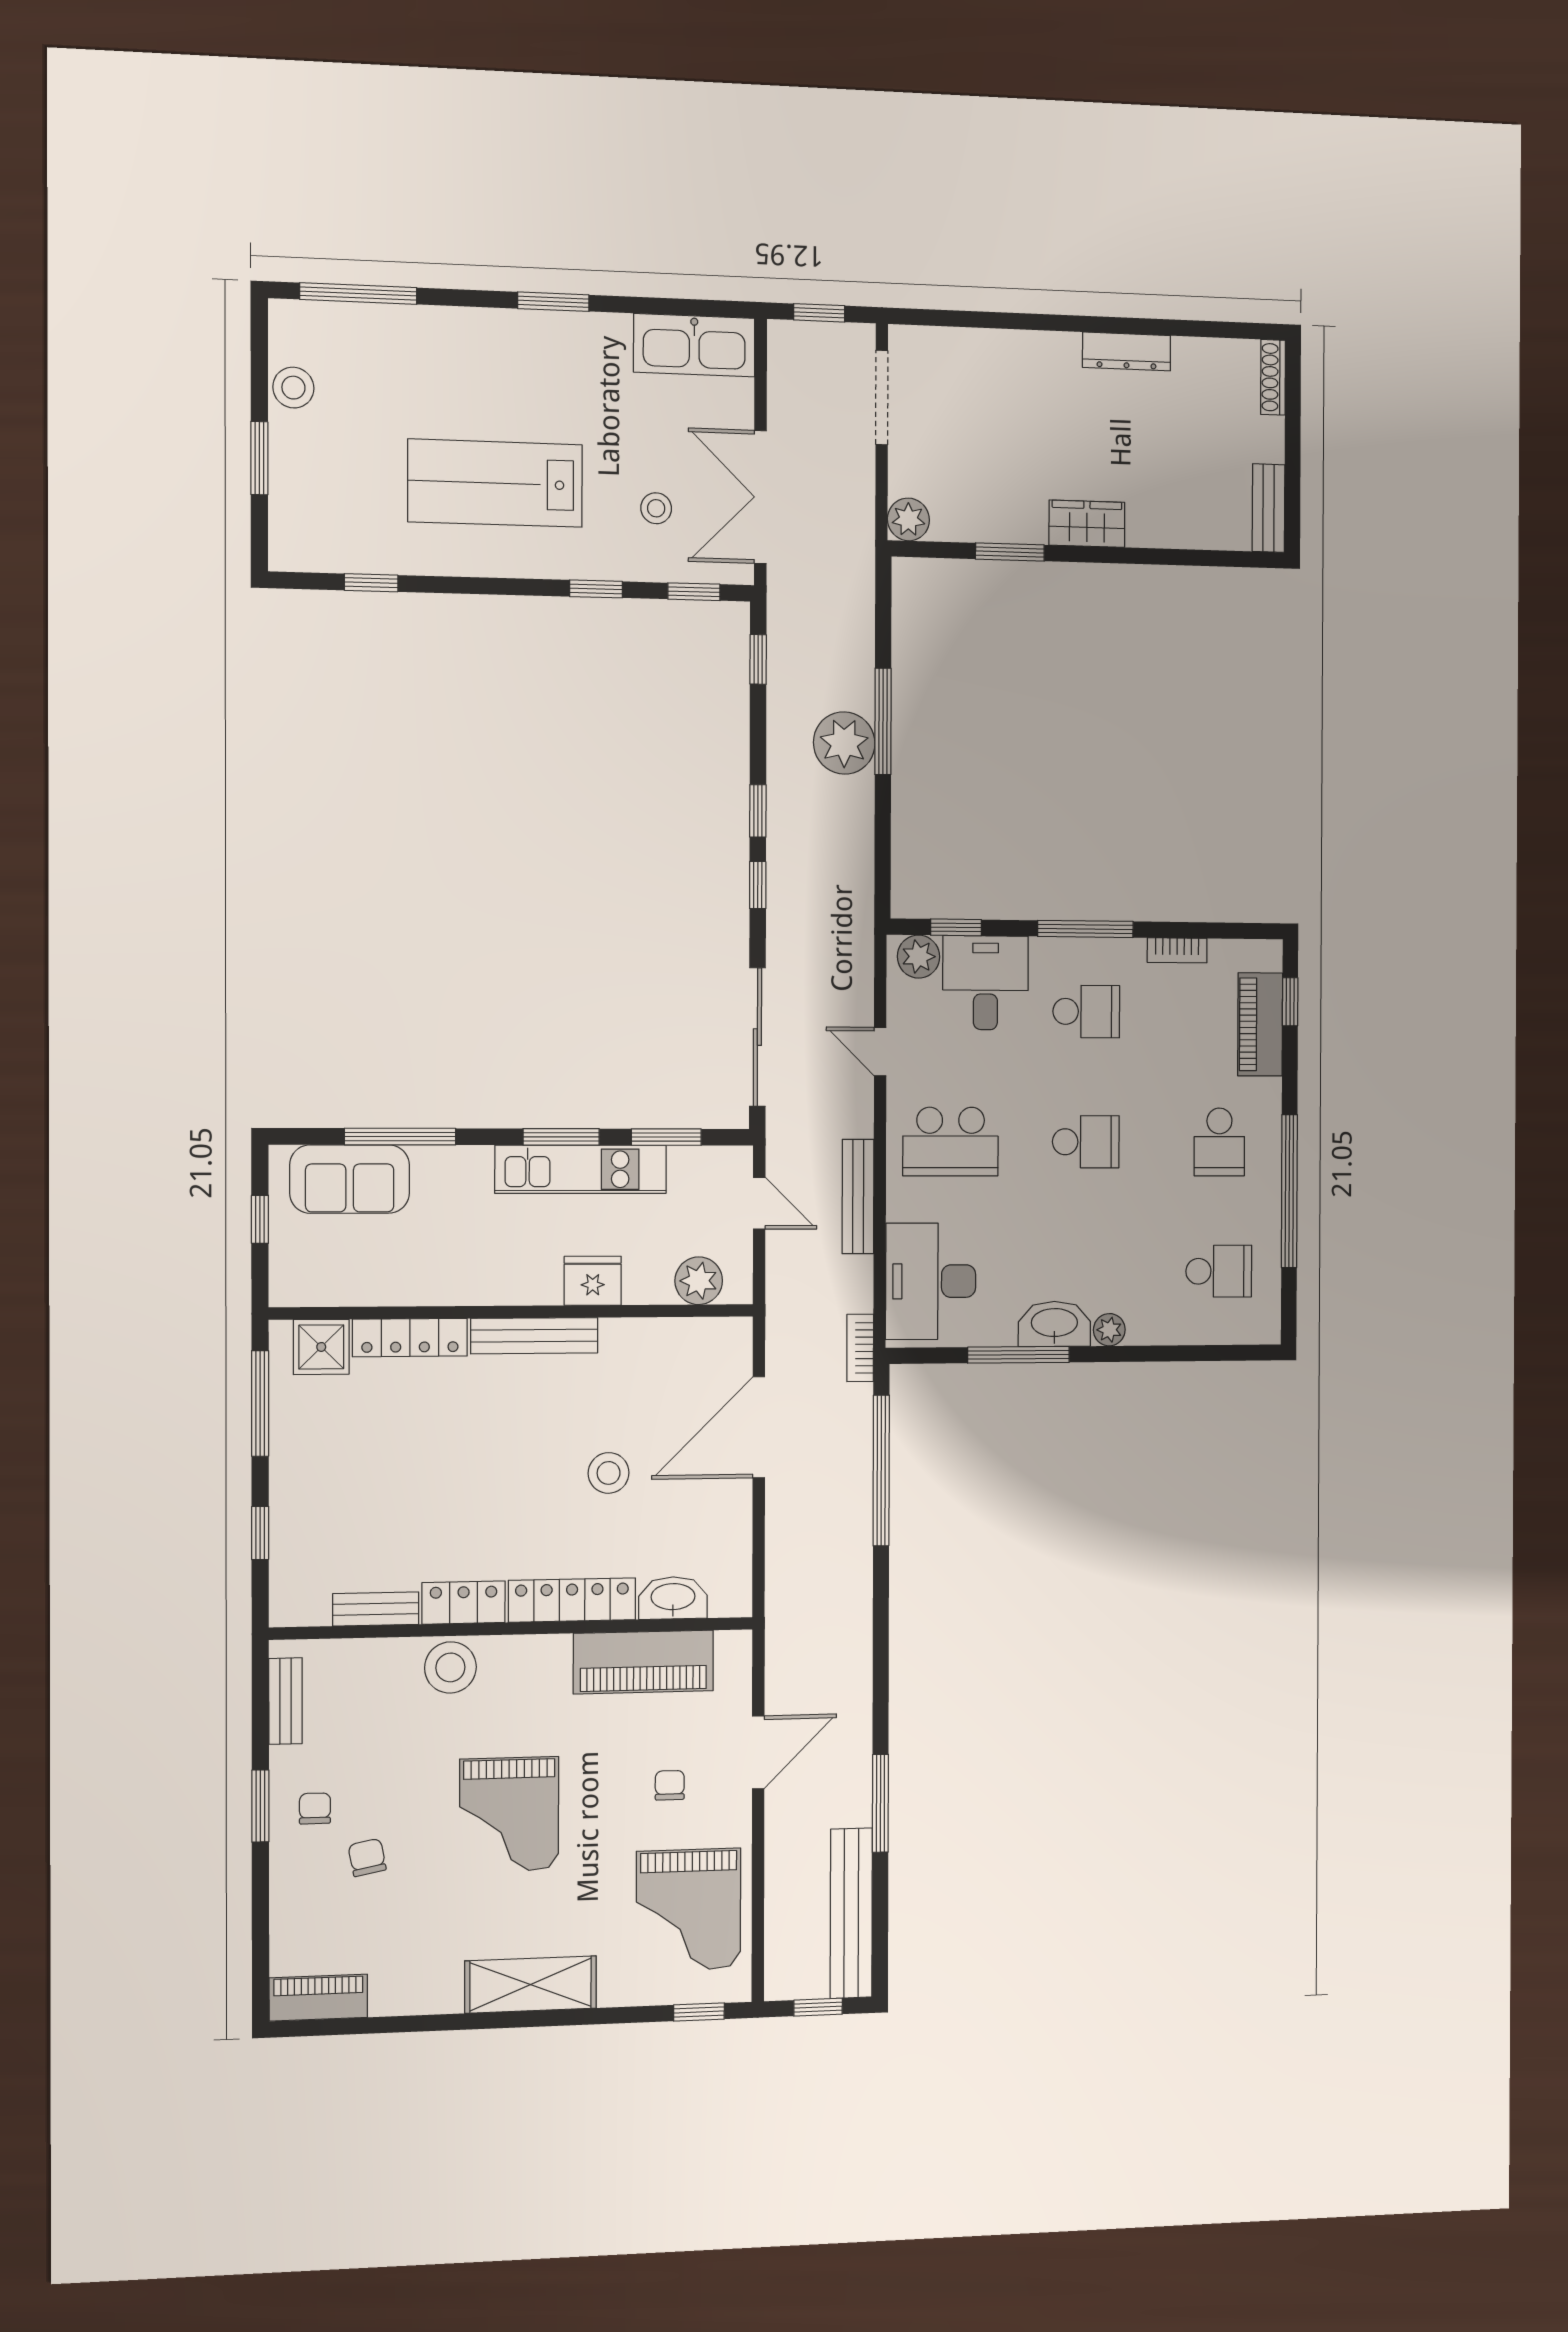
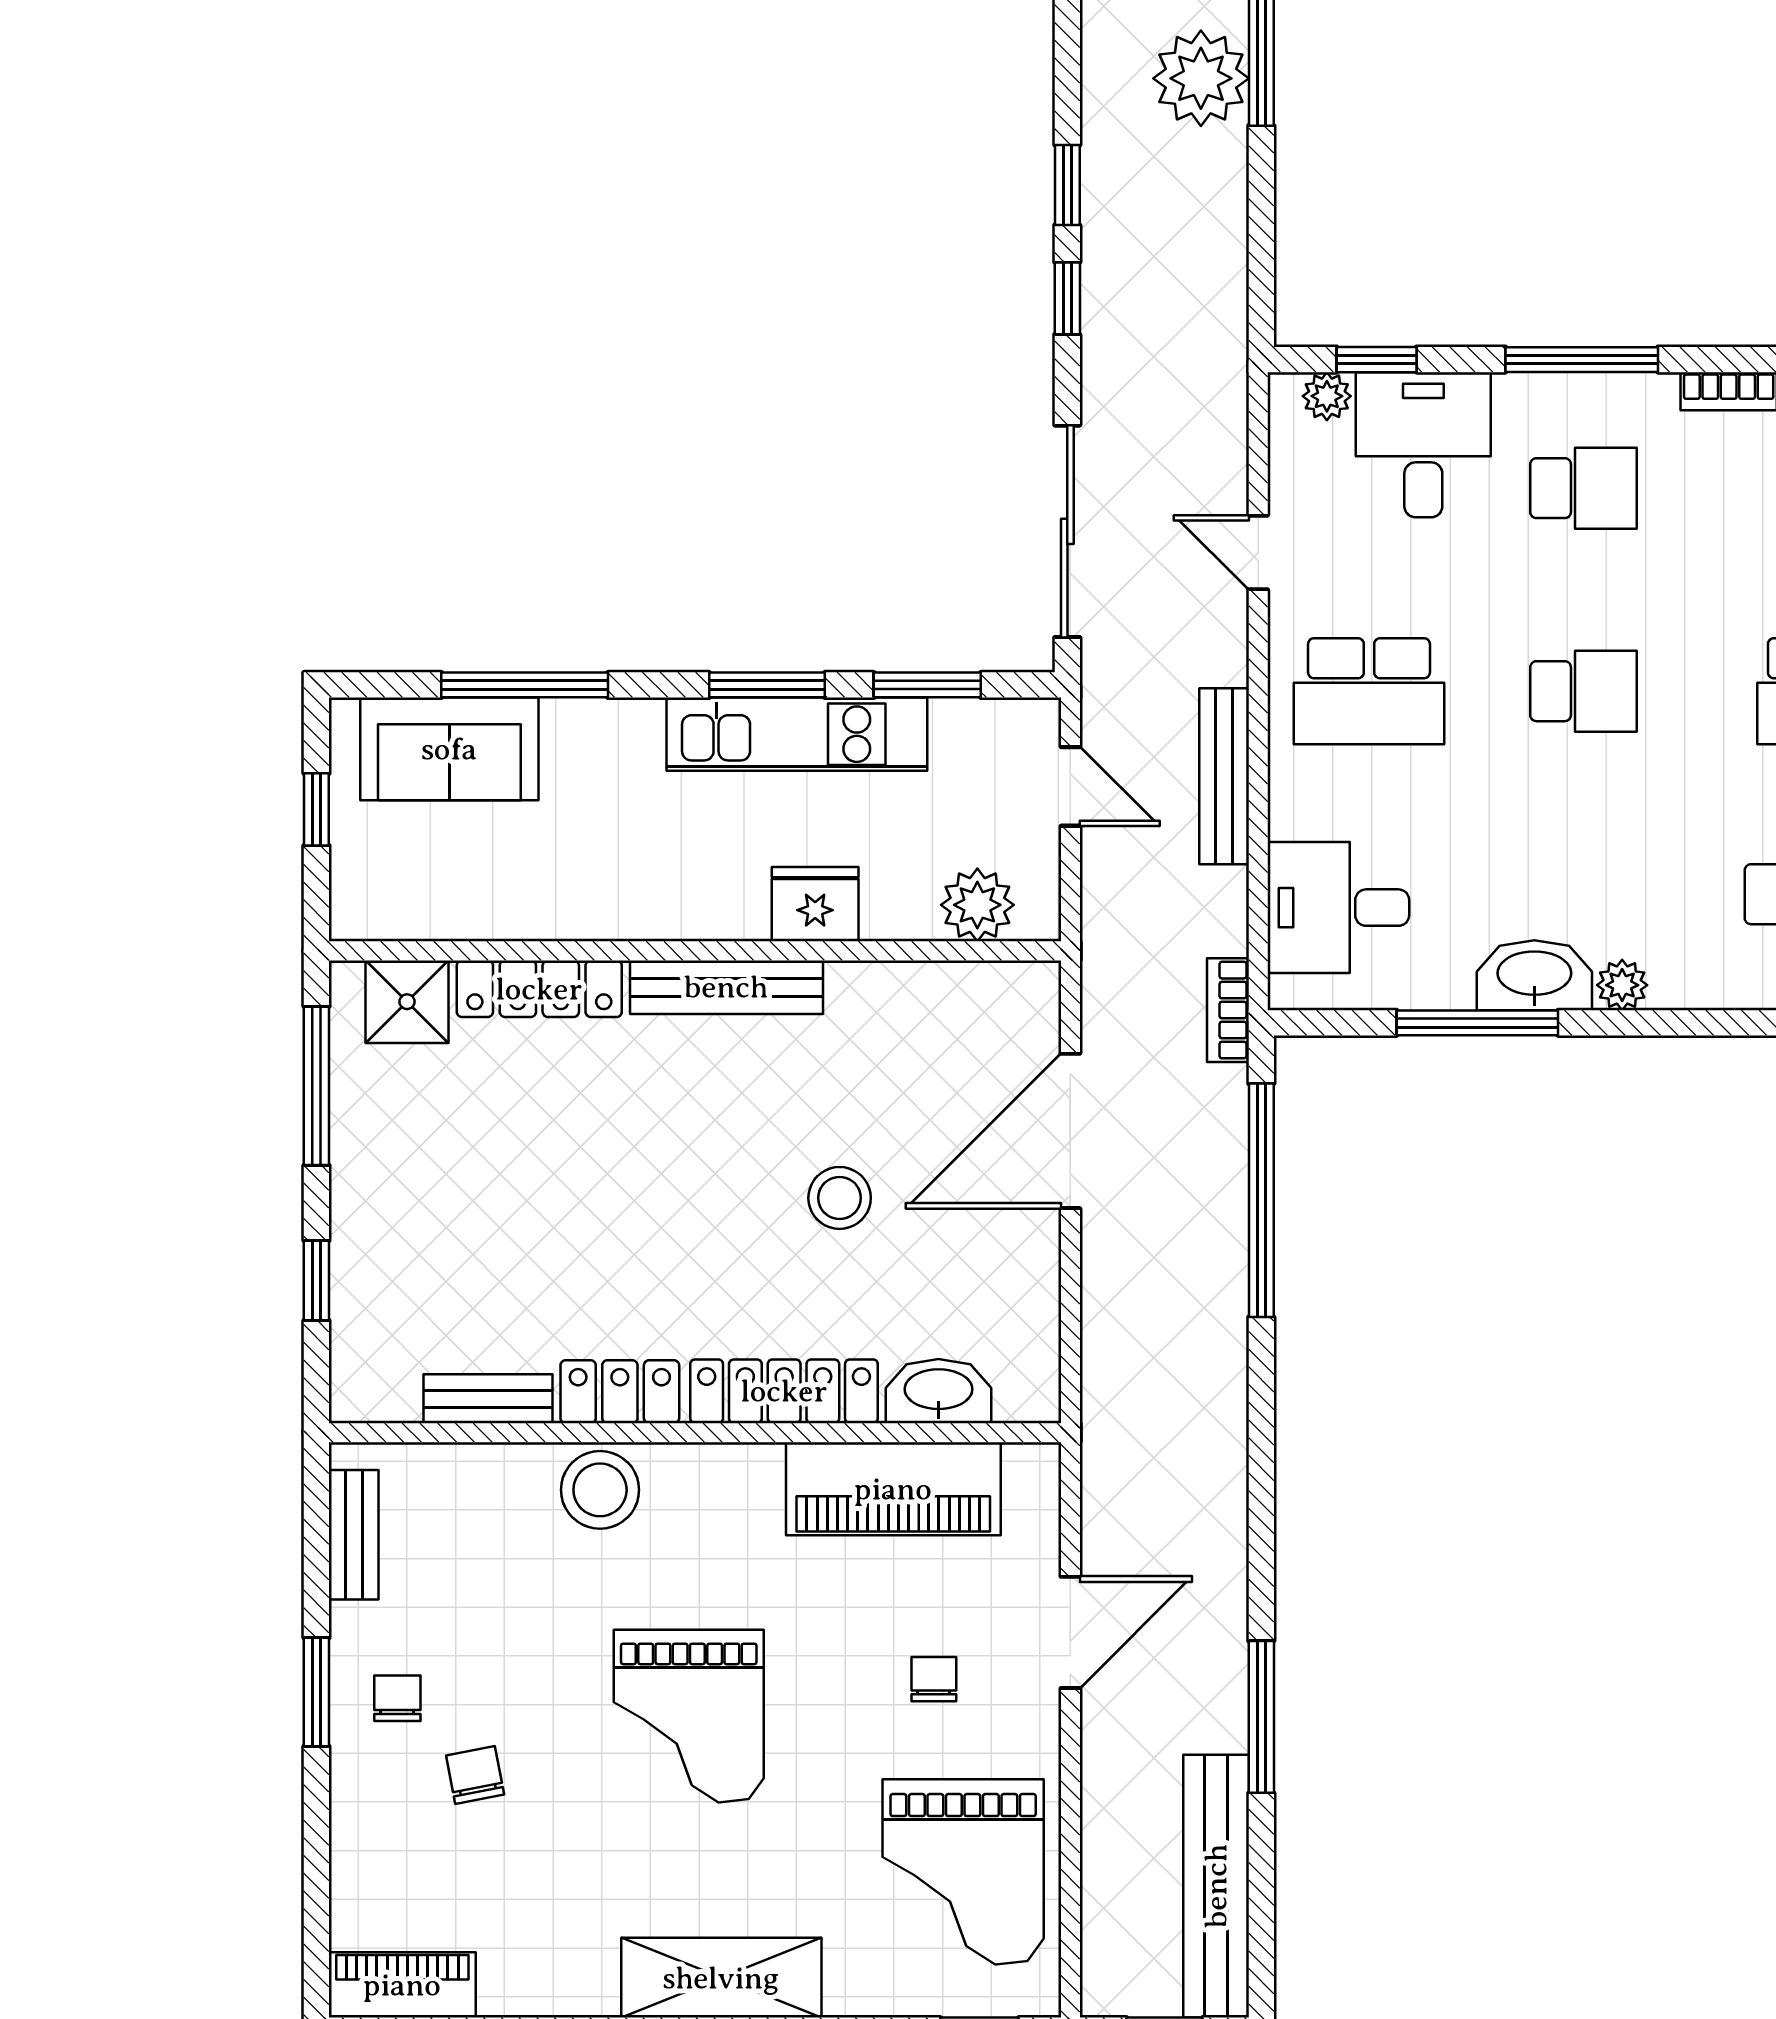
plant: (918, 957) -> (1327, 396), width x0.73, depth x0.73
desk: (931, 1281) -> (1338, 908), width x0.73

